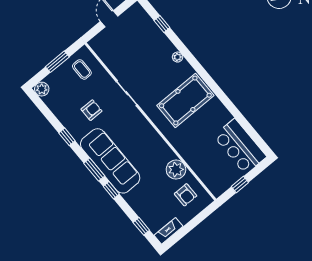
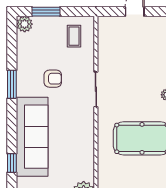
window: (57, 62) -> (46, 12), moved
window: (67, 137) -> (12, 84), width x1.50
window: (94, 170) -> (12, 133), removed

